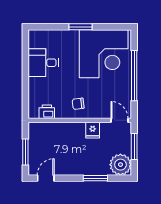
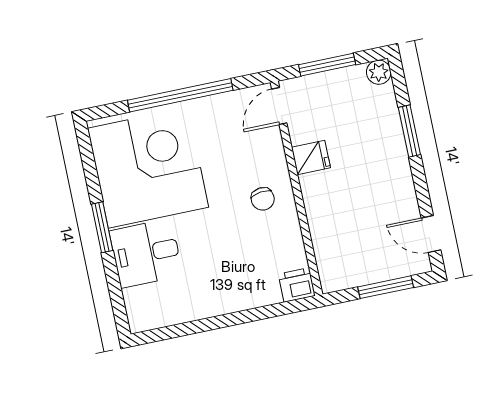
desk: (43, 63) -> (146, 253), moved, turned 90
printer: (47, 112) -> (297, 285), moved, turned 90
plant: (120, 165) -> (379, 72), width x0.53, depth x0.53

